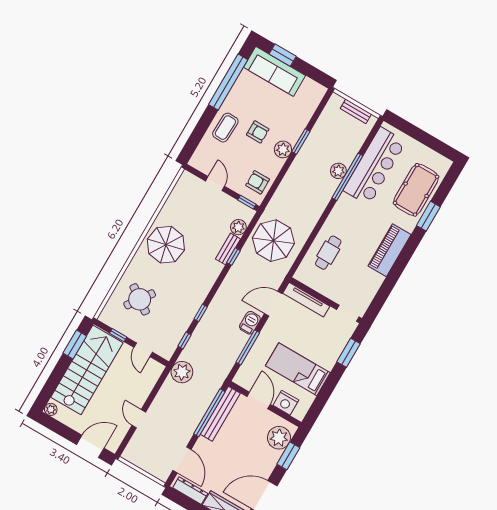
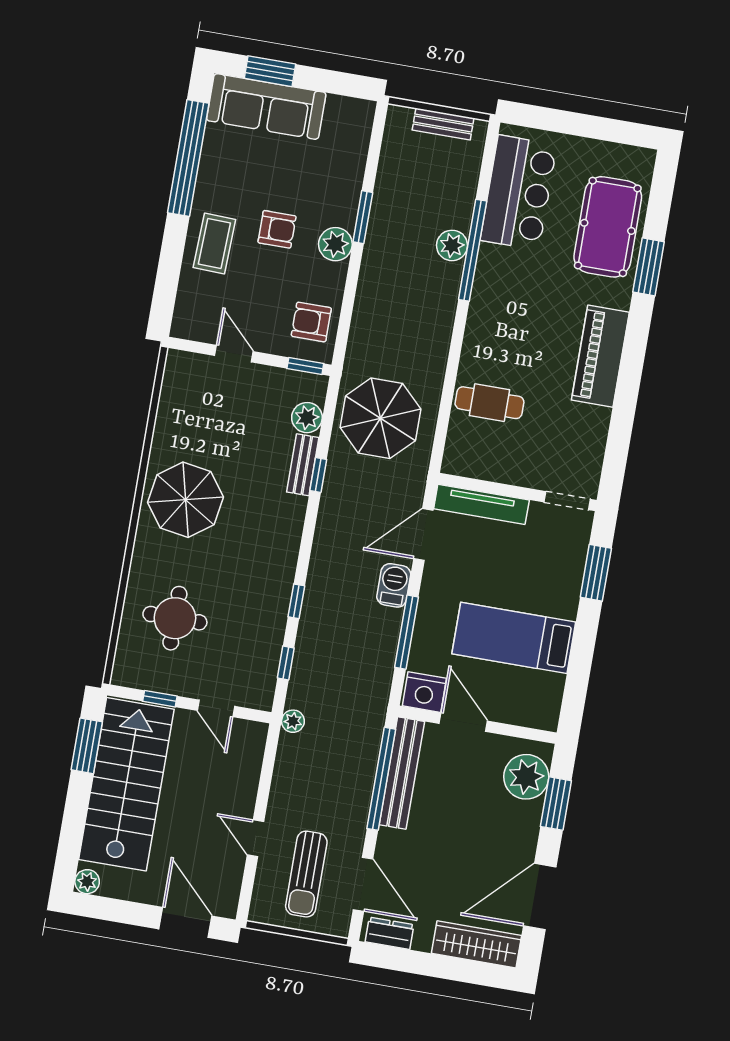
bar counter: (375, 166) -> (519, 193), width x0.73
cafe table: (328, 253) -> (489, 403), turned 90
round table: (140, 299) -> (175, 618), turned -35
plant: (182, 372) -> (293, 721), width x0.53, depth x0.53
nightstand: (286, 403) -> (424, 692), moved
sun lounger: (157, 445) -> (306, 874), added
door: (90, 446) -> (185, 922), hinge flipped
dresser: (190, 491) -> (390, 933), width x0.70

